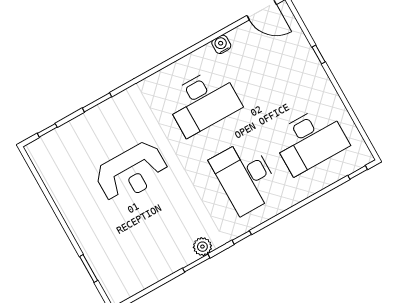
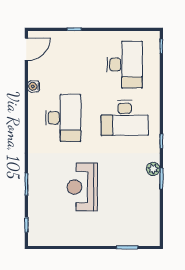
reception desk: (132, 172) -> (82, 187), turned 180

